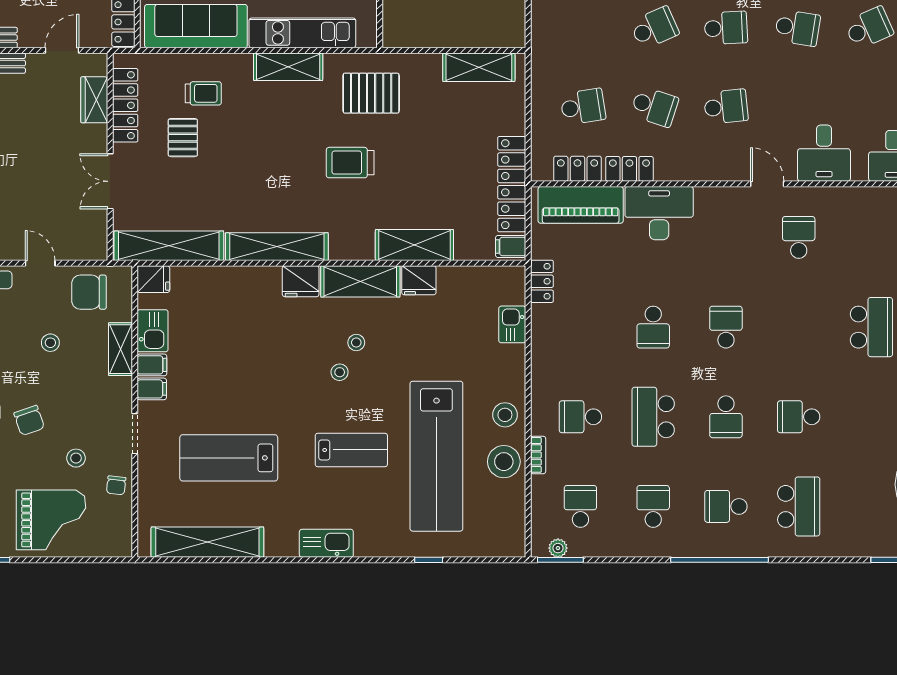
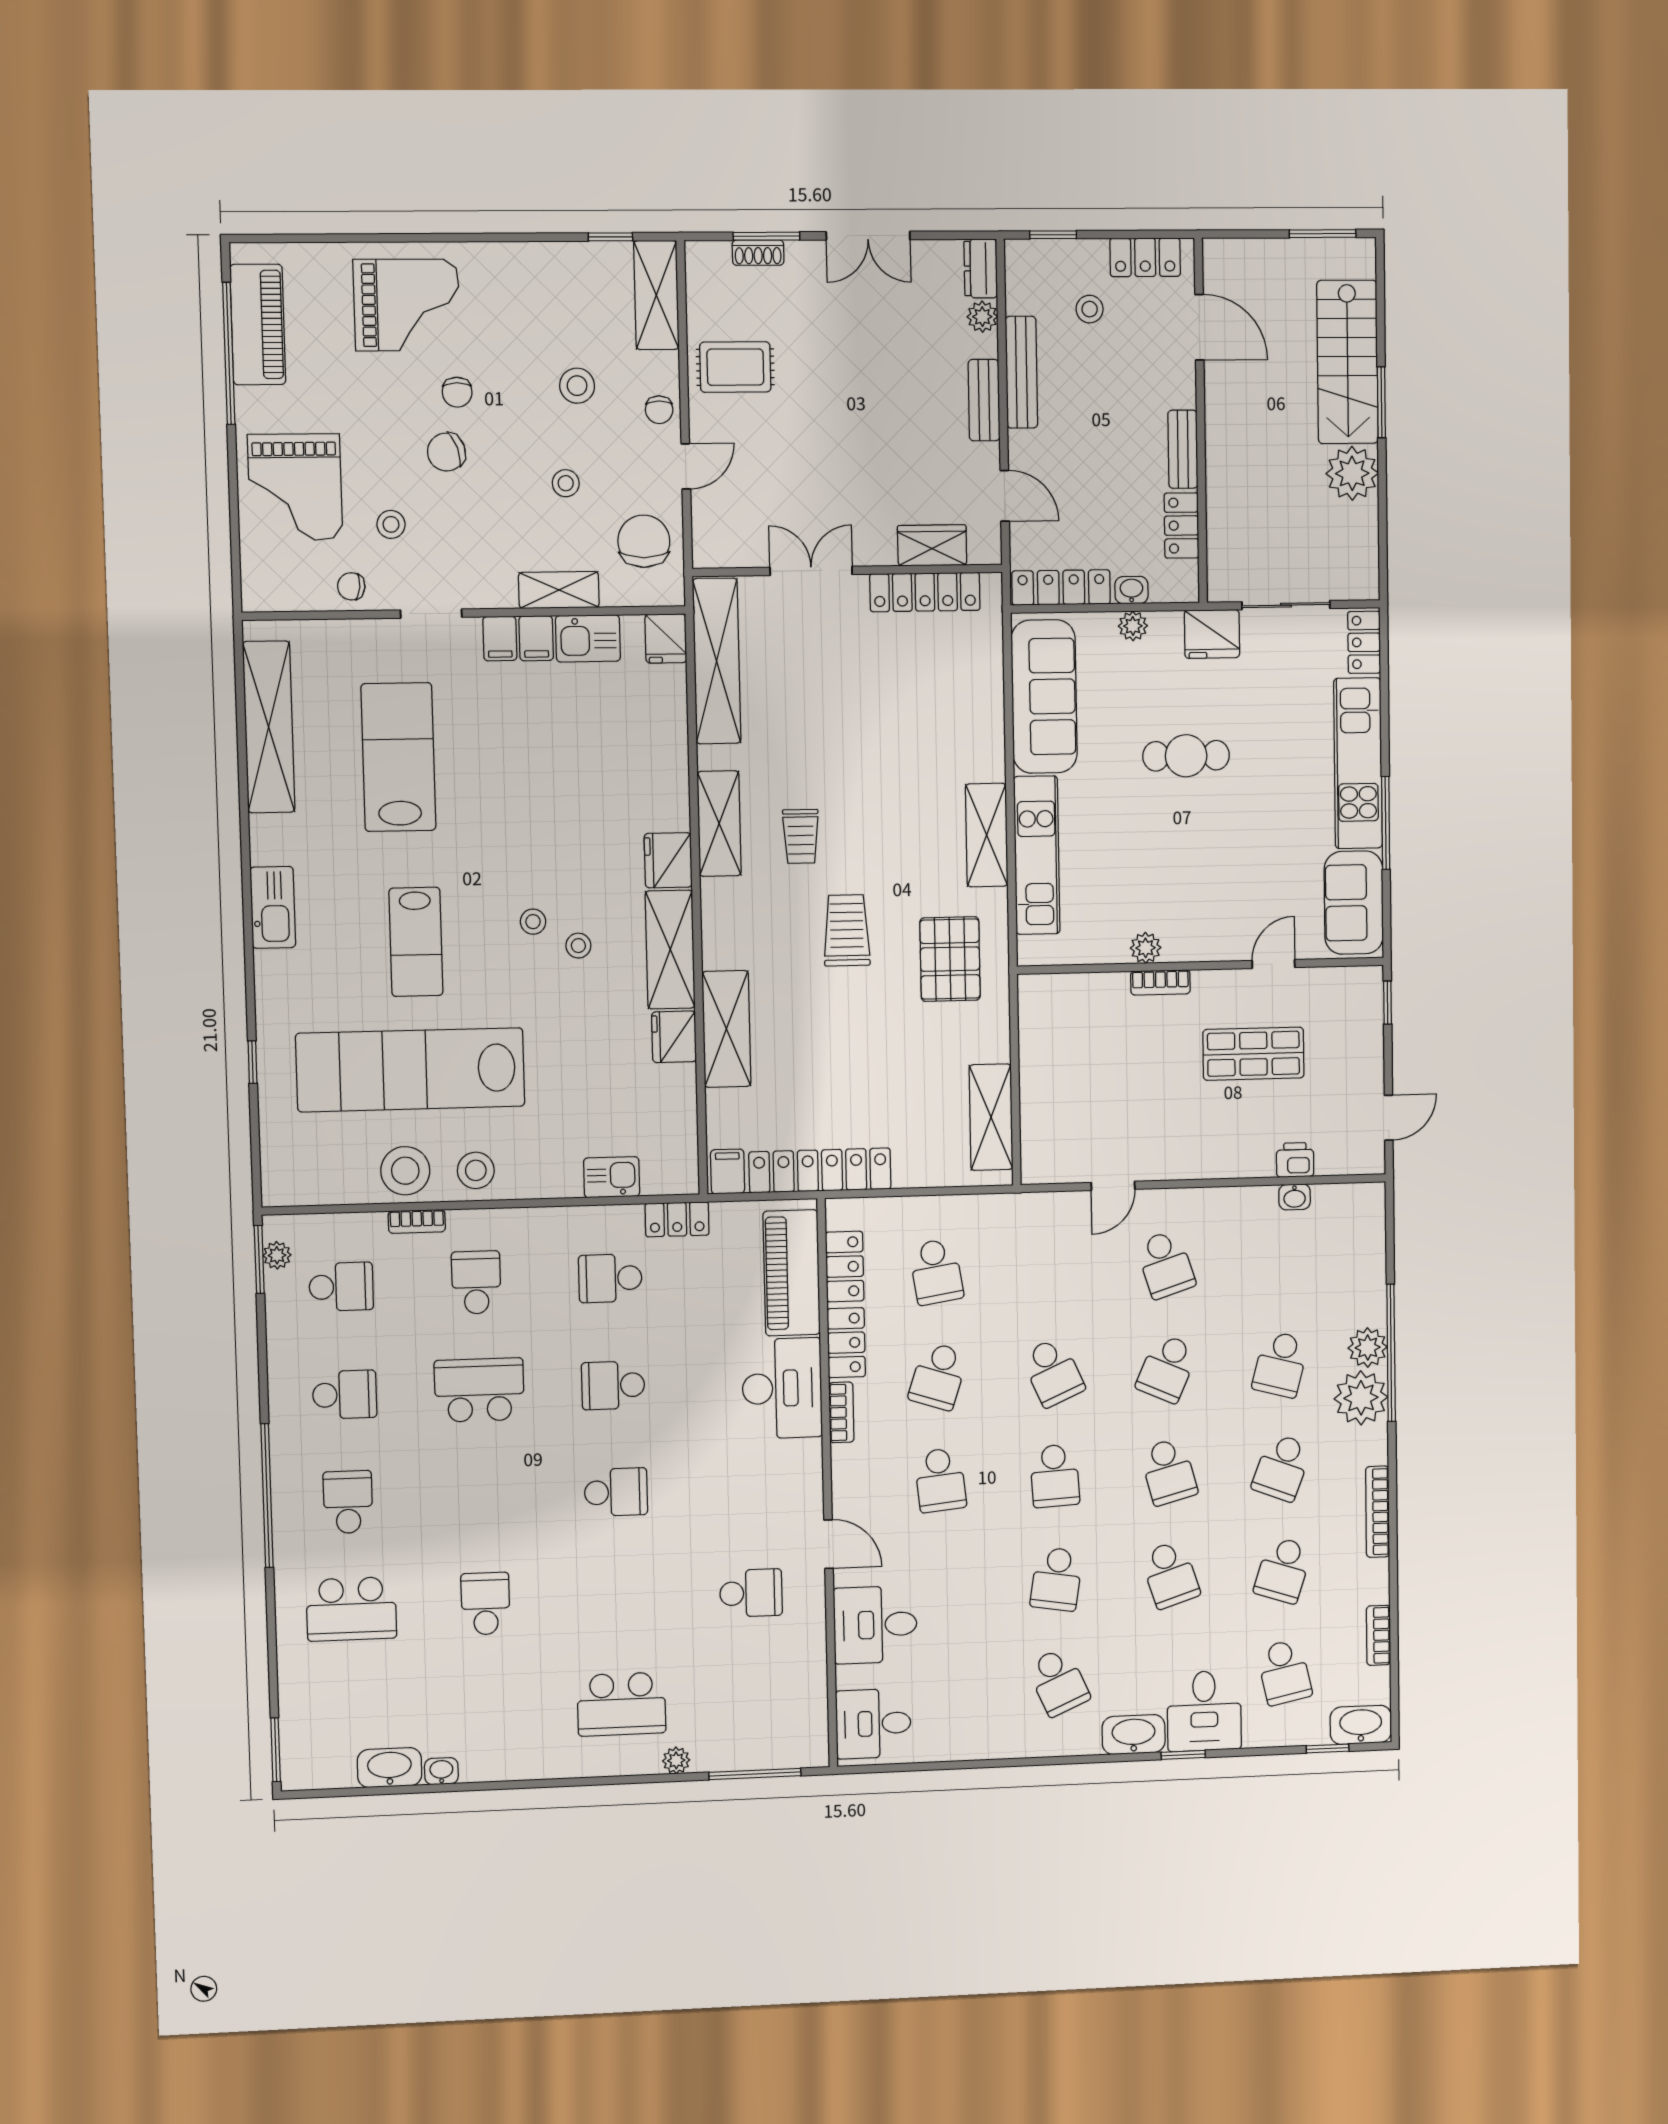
trolley: (203, 93) -> (801, 836), moved
pallet: (183, 138) -> (879, 680), removed
bookcase: (677, 173) -> (841, 1412), added
door: (767, 184) -> (828, 1544), hinge flipped
shelving: (277, 247) -> (719, 824), width x0.68
school desk: (726, 417) -> (610, 1278), moved

